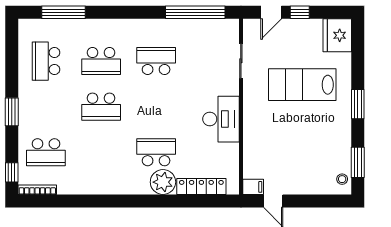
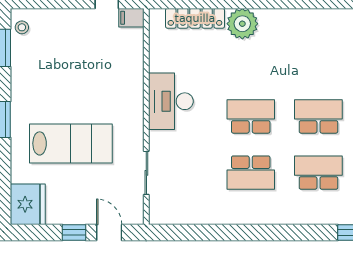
window: (195, 12) -> (203, 233), removed
door: (271, 12) -> (109, 233), hinge flipped
school desk: (156, 152) -> (251, 116), moved, turned 180

